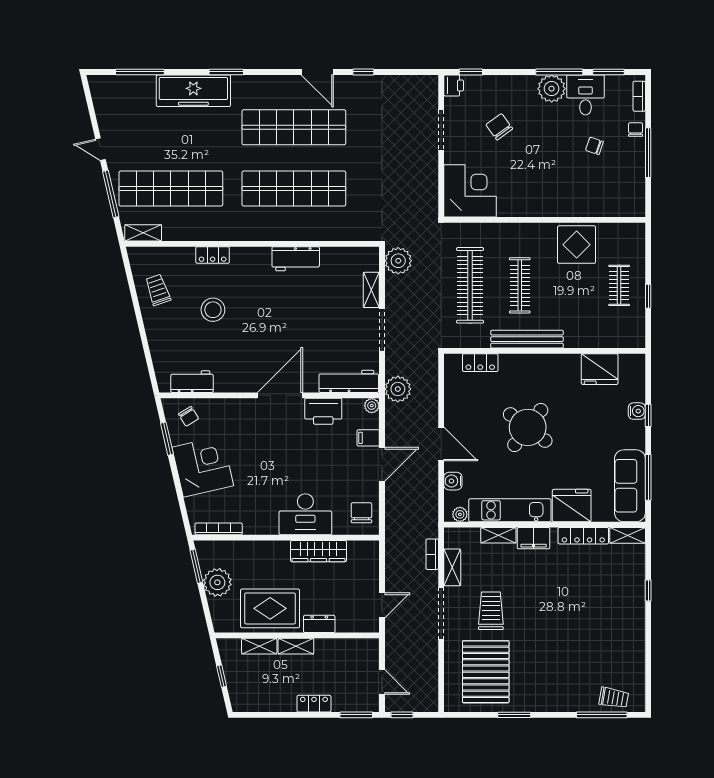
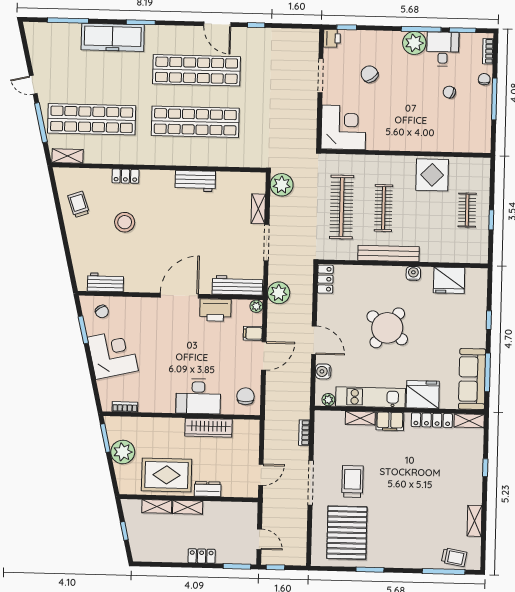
locker: (480, 363) -> (325, 279), moved, turned -90
water cooler: (637, 411) -> (413, 273), moved, turned -90
bookcase: (219, 529) -> (125, 407), width x0.64
shelving: (452, 567) -> (475, 521), moved

